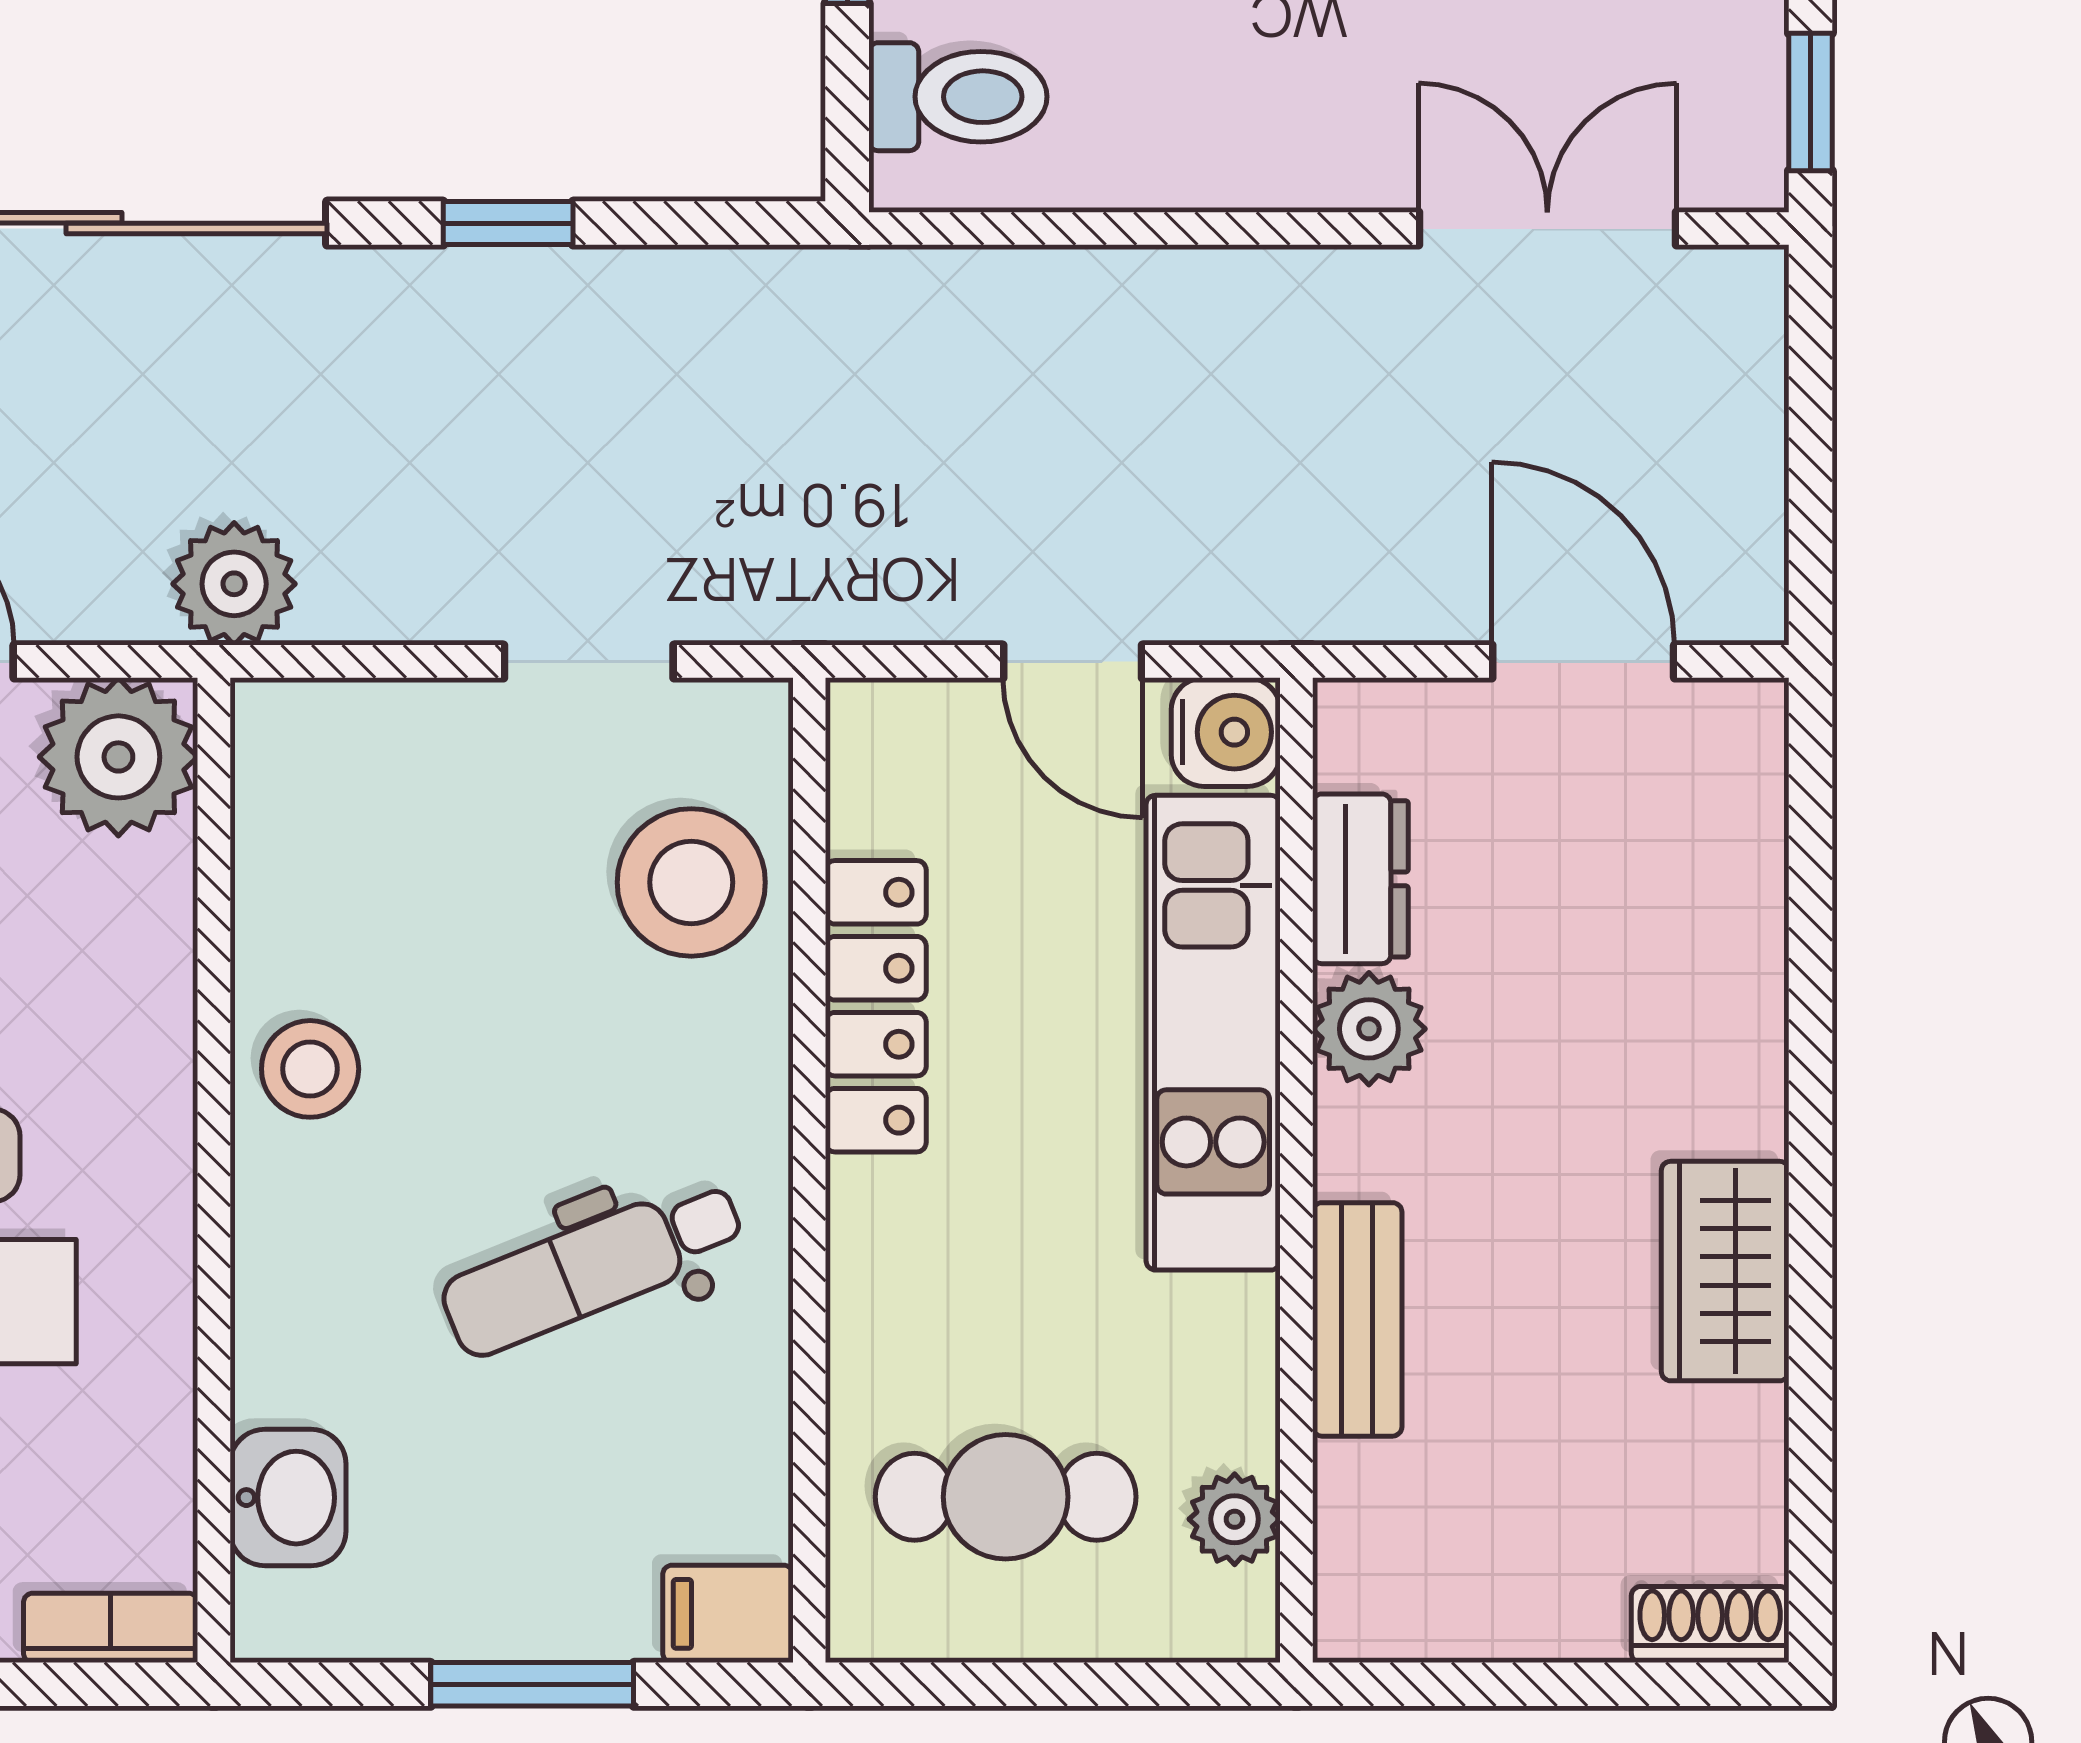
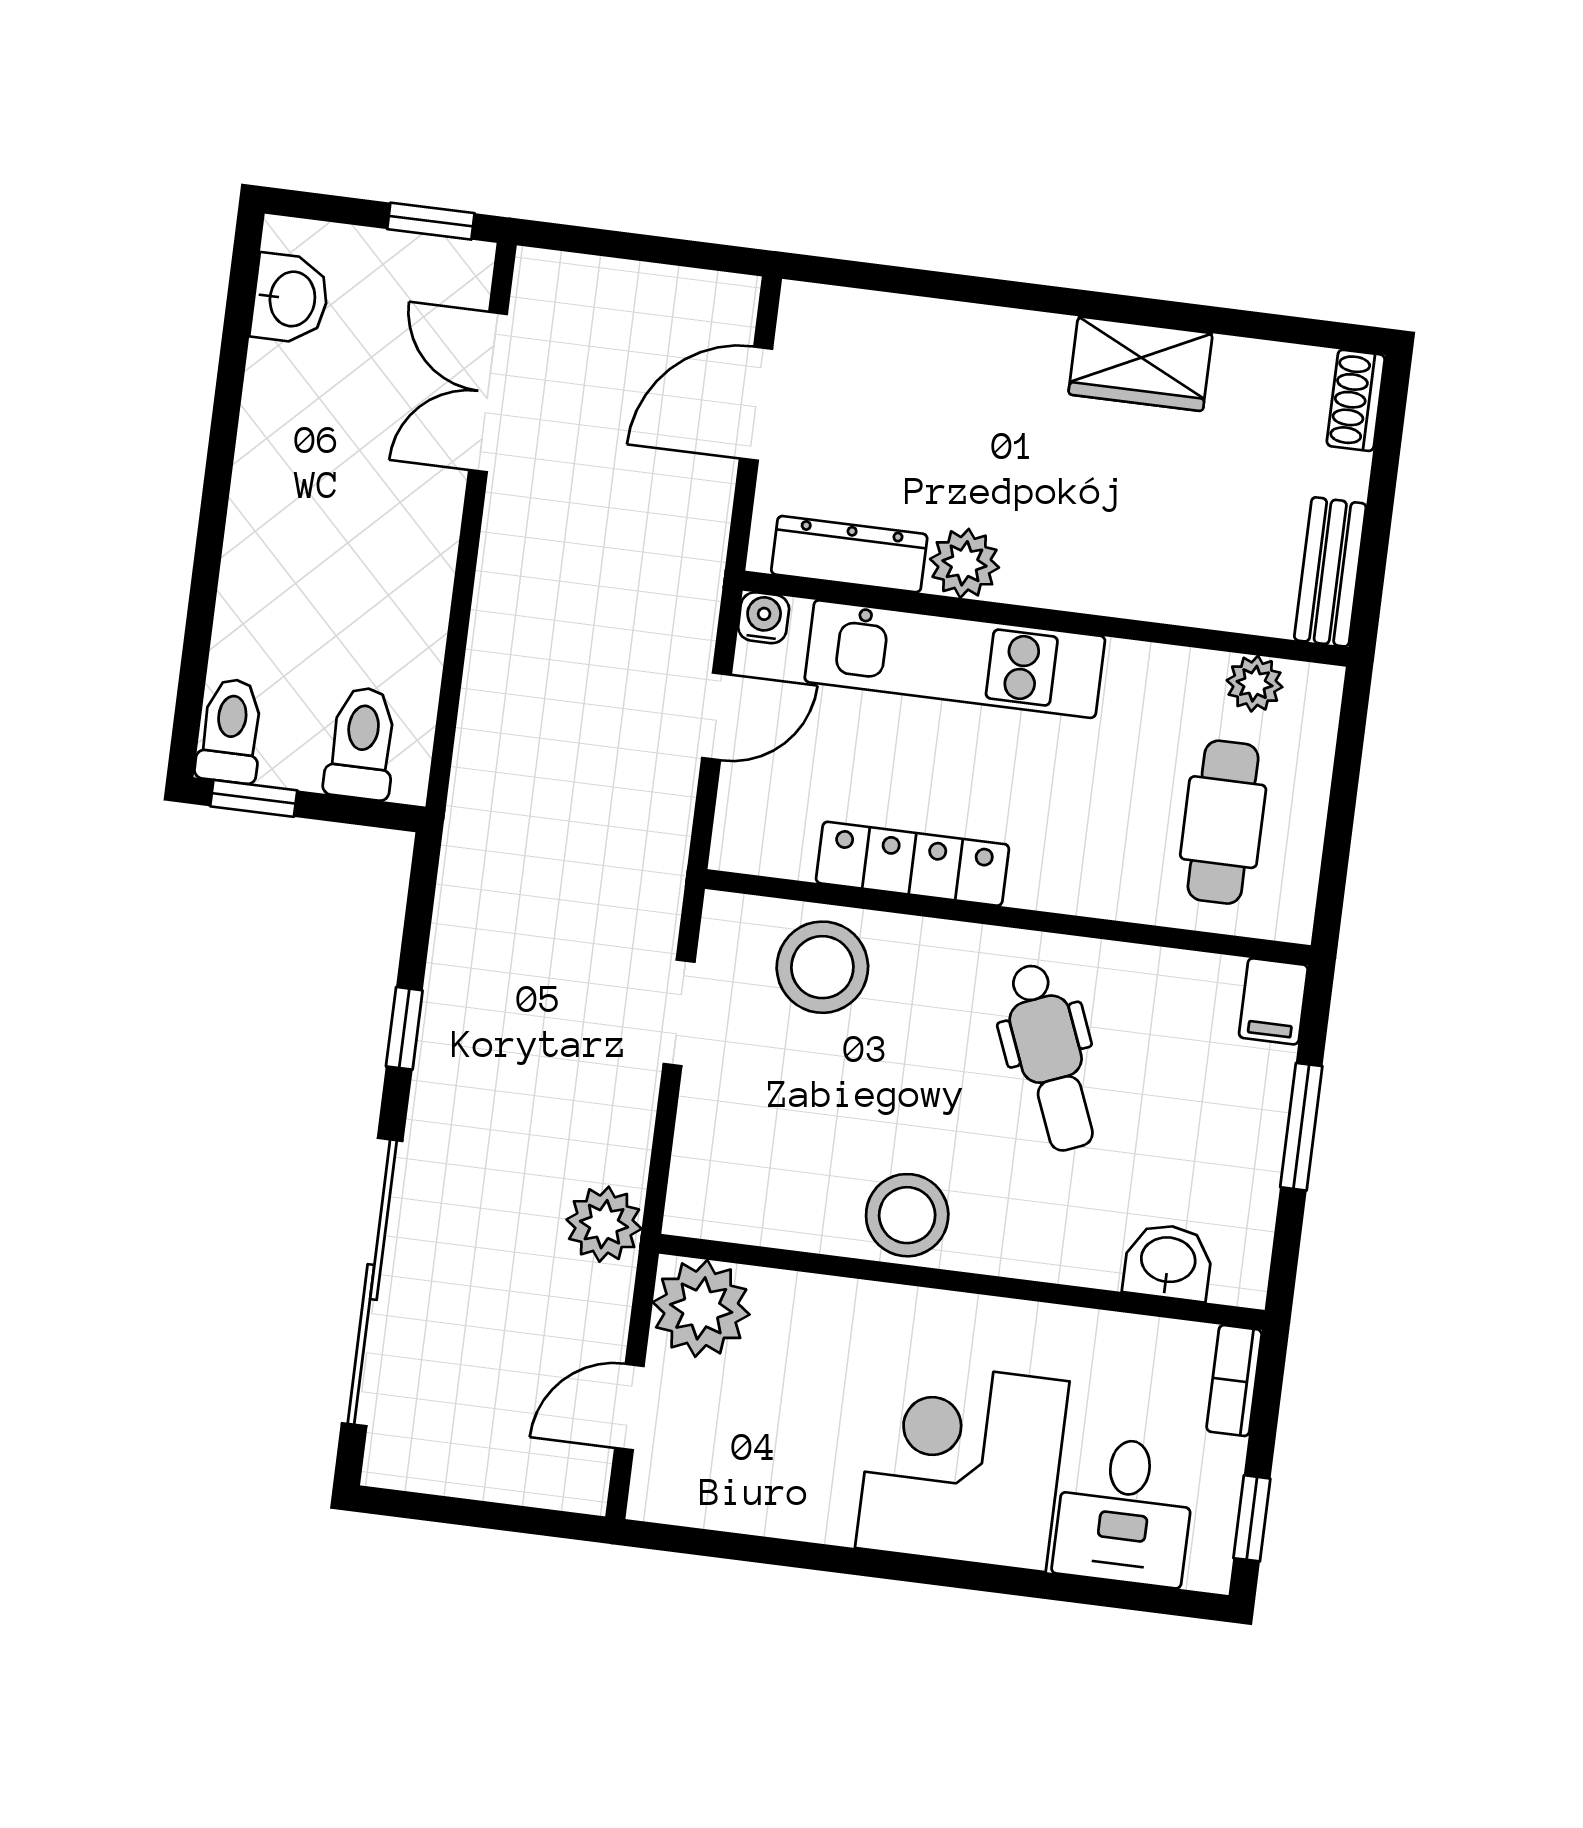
water cooler: (1226, 732) -> (764, 618), width x0.72, depth x0.72
dresser: (1360, 879) -> (849, 554), width x1.44
stool: (310, 1069) -> (907, 1215), width x1.38, depth x1.38
bench: (1357, 1319) -> (1330, 572), moved, turned 90

